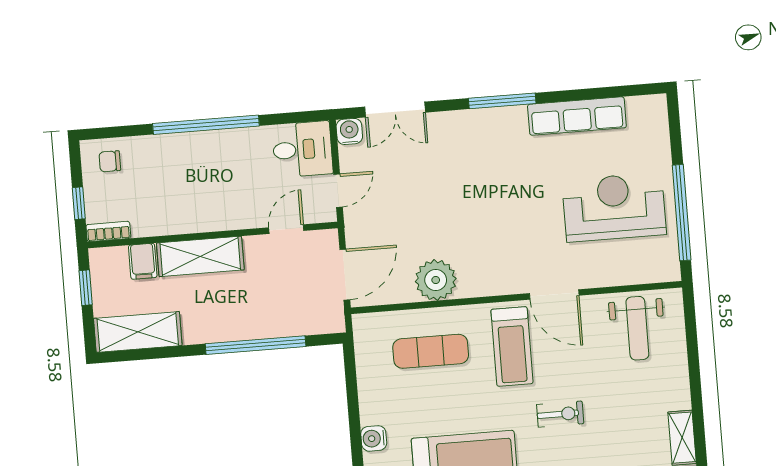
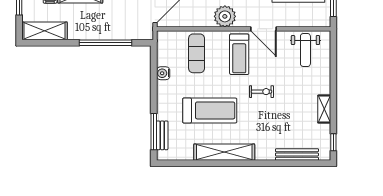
plant: (436, 280) -> (225, 16), moved
exercise mat: (431, 351) -> (197, 53), turned 90
water cooler: (374, 438) -> (163, 73), moved

